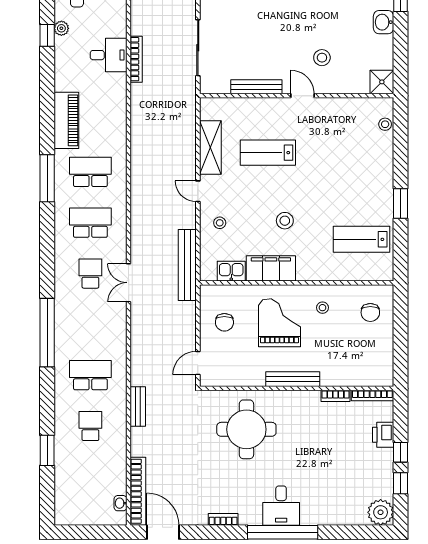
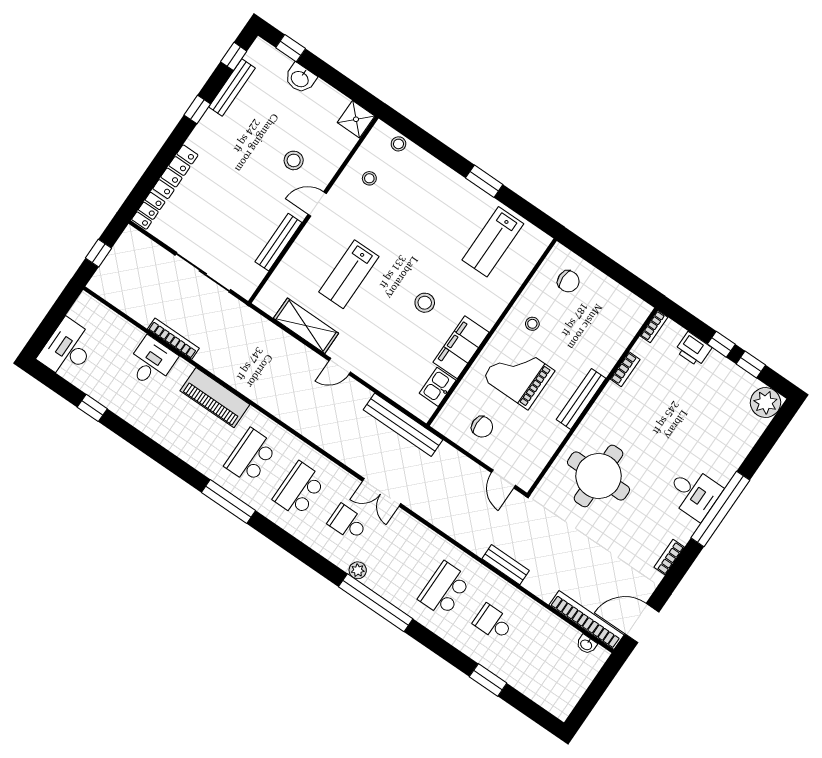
plant: (61, 28) -> (358, 570), moved
piano: (66, 120) -> (215, 398), moved, turned 180
stool: (220, 223) -> (369, 178), moved
bookcase: (372, 396) -> (654, 327), width x0.64

